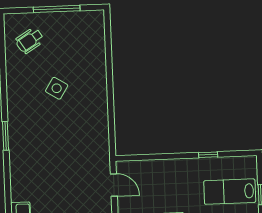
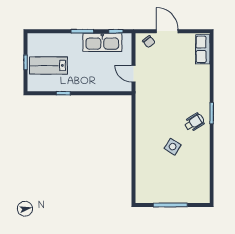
wheelchair: (30, 40) -> (194, 122), moved
lab bench: (230, 192) -> (48, 66), turned 180

